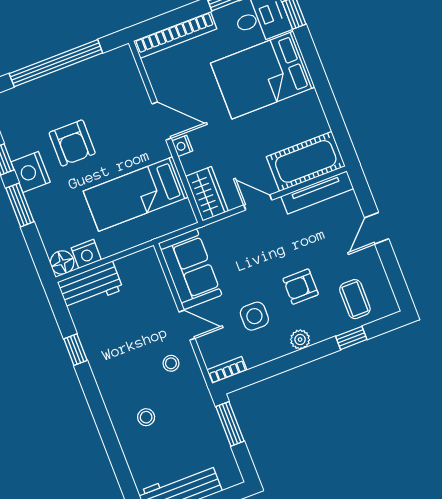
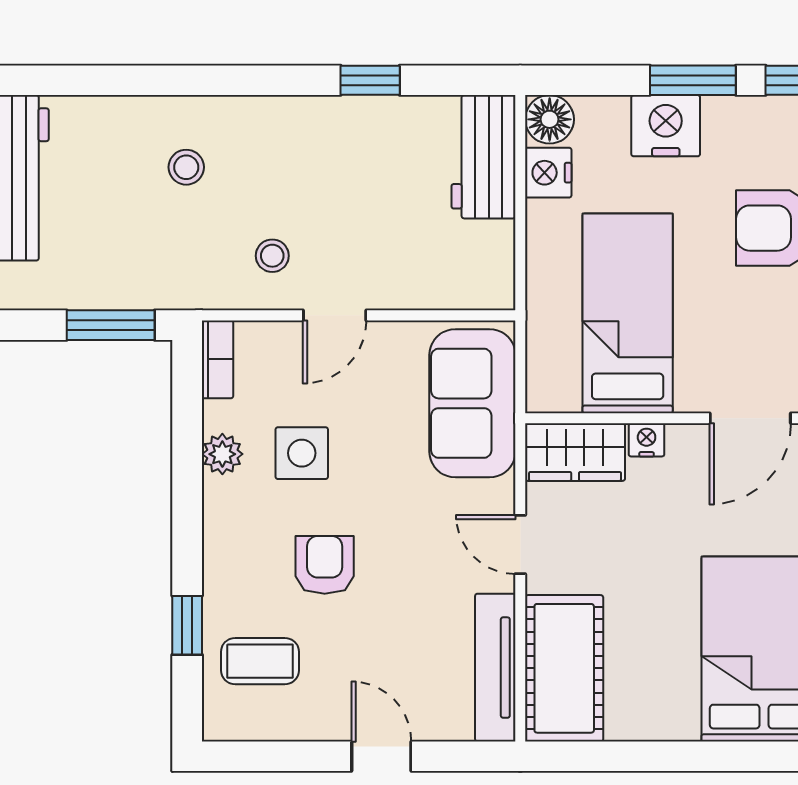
nightstand: (182, 146) -> (647, 440), moved
nightstand: (31, 172) -> (666, 126), moved
door: (258, 202) -> (520, 544), swing flipped
sofa: (190, 269) -> (472, 403), moved, turned 90
plant: (300, 340) -> (222, 454), moved

